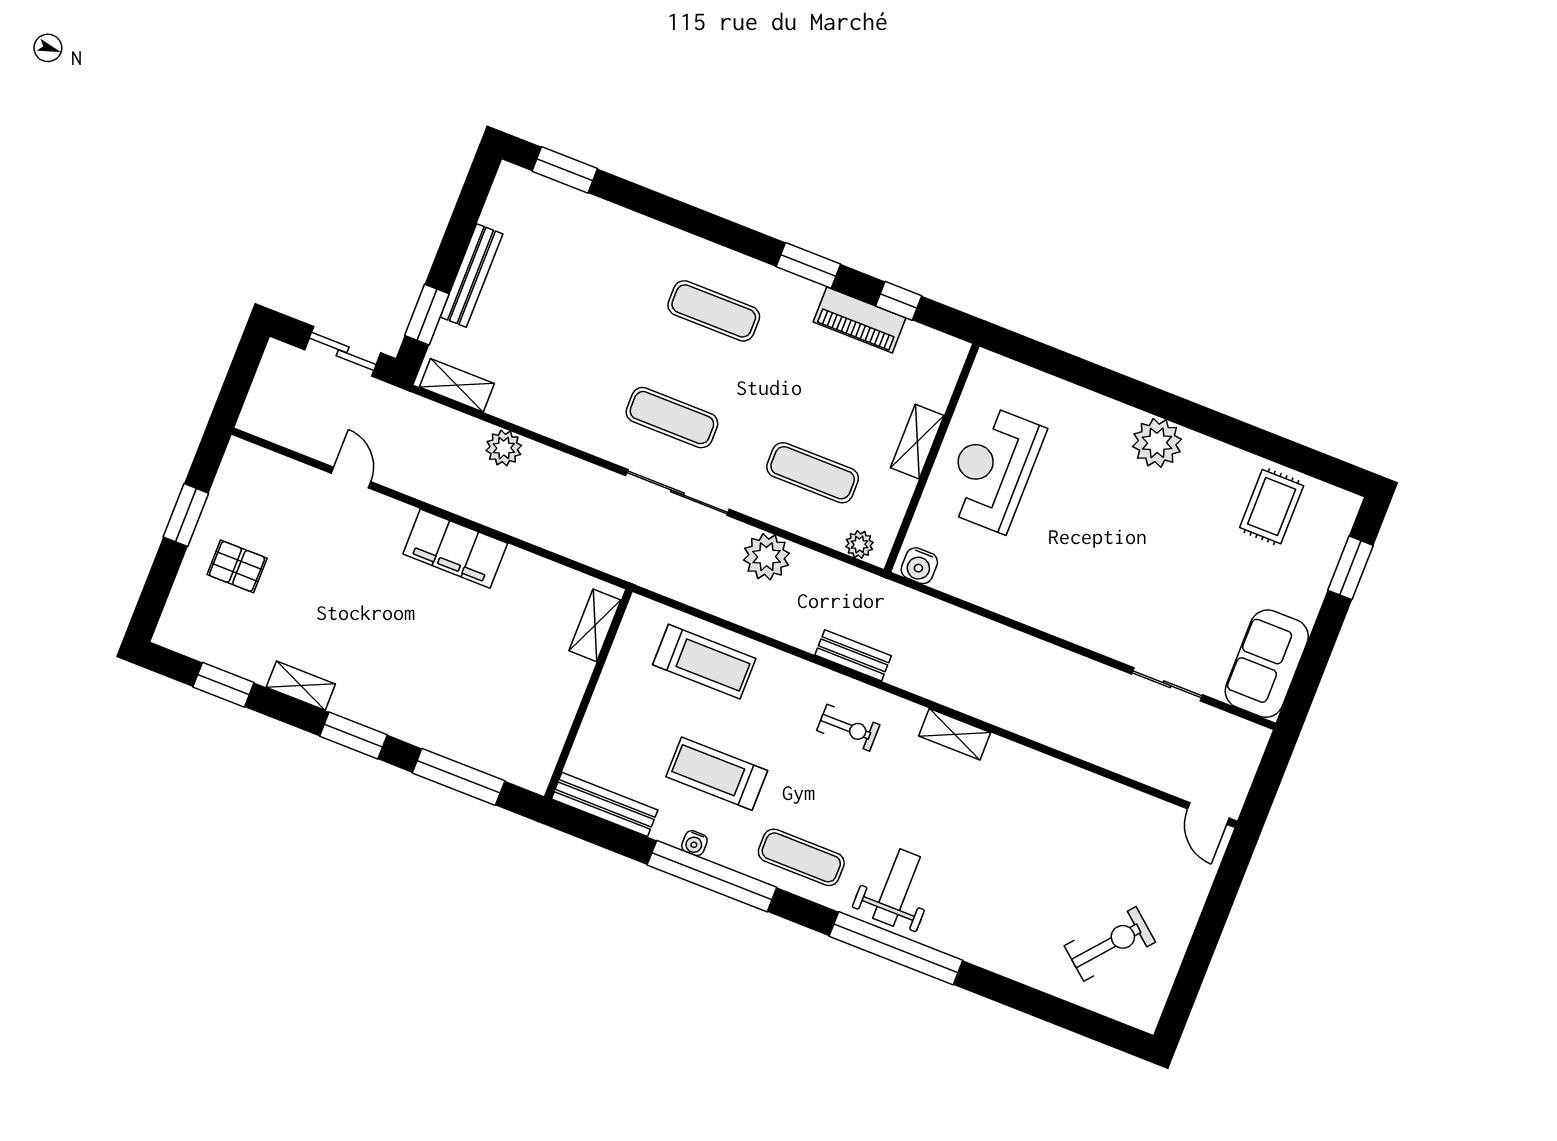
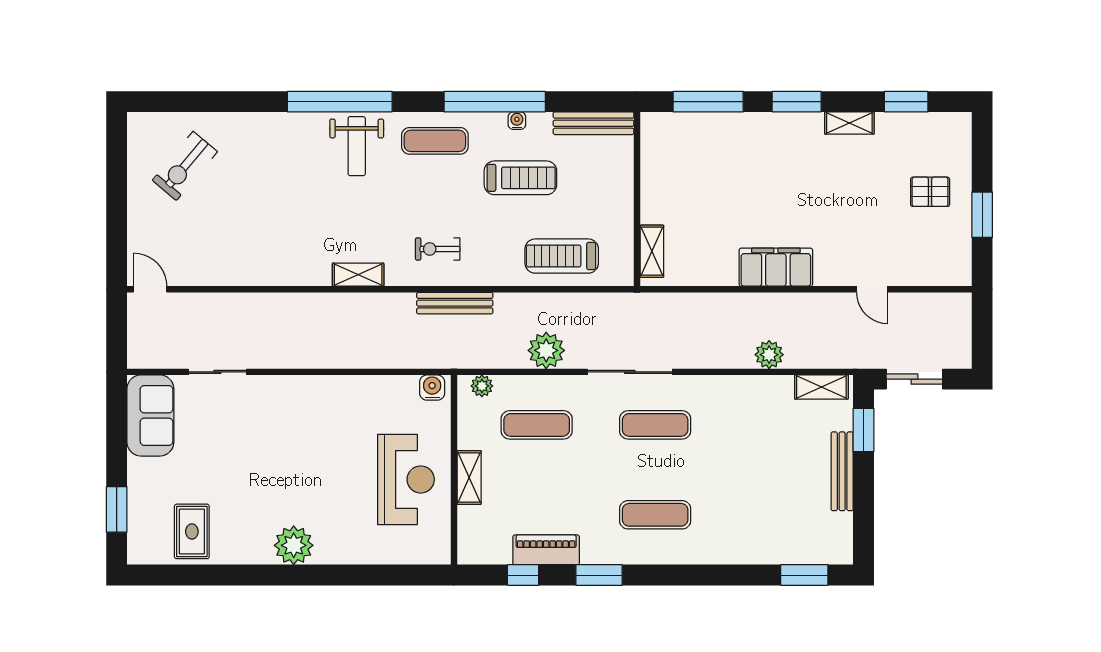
bench: (853, 655) -> (455, 303), width x1.36

